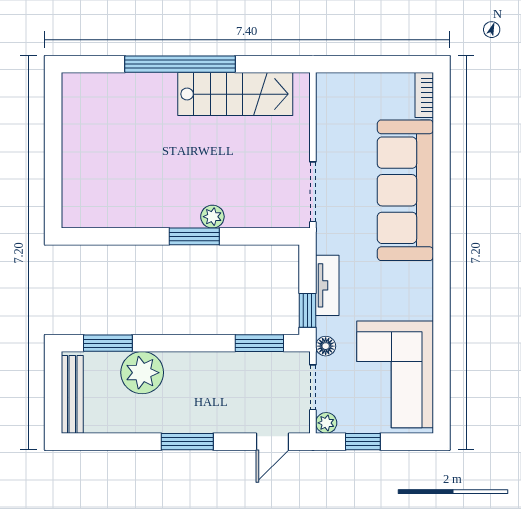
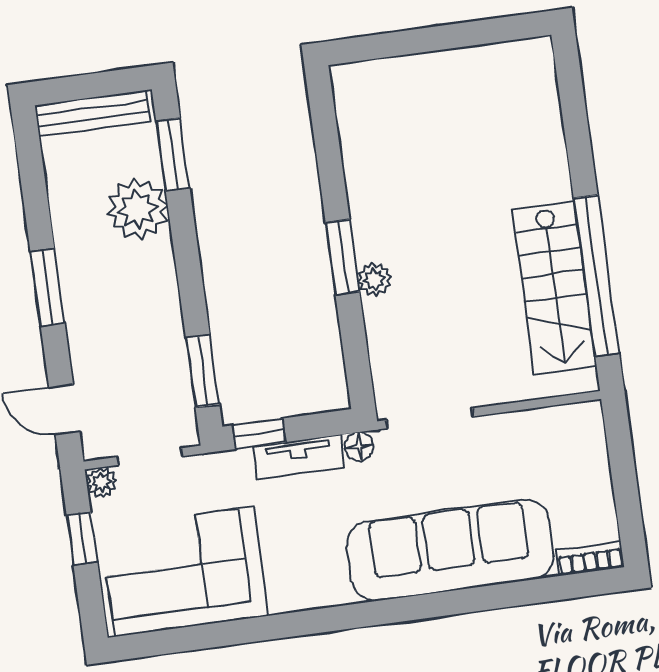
window: (180, 64) -> (596, 275), moved
floor lamp: (326, 346) -> (359, 446), moved

